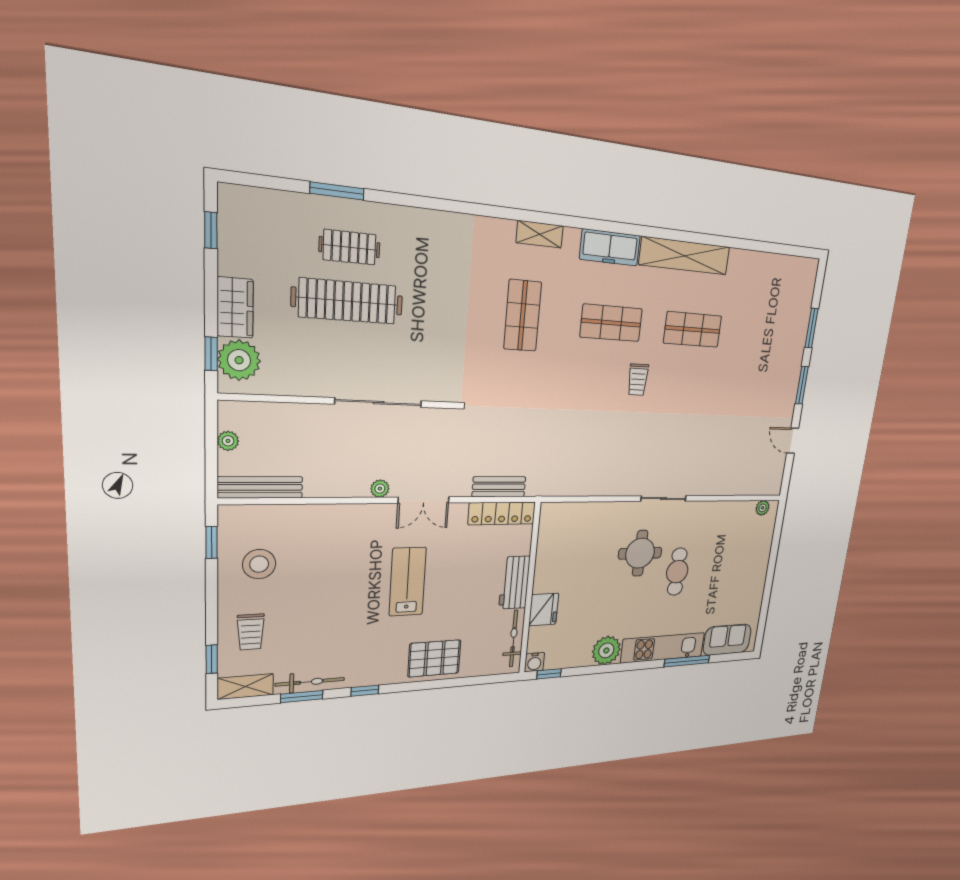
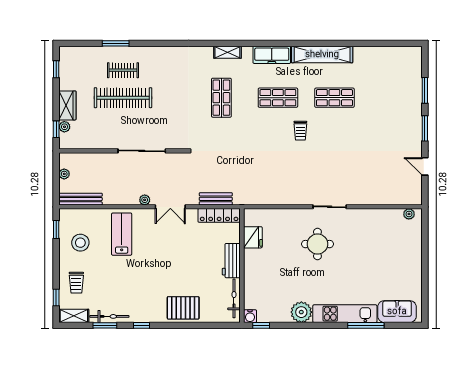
plant: (239, 360) -> (64, 127), width x0.53, depth x0.53
cafe table: (677, 572) -> (348, 258), removed
lab bench: (408, 582) -> (122, 234), moved
fridge: (544, 609) -> (253, 237), moved

